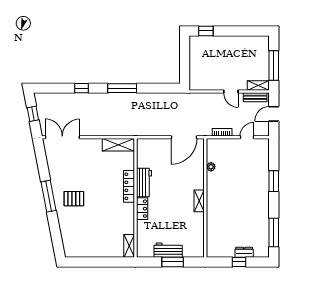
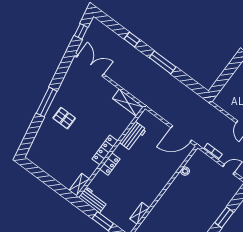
workbench: (144, 182) -> (133, 136), moved
locker: (129, 186) -> (105, 150), moved
shelving: (199, 201) -> (140, 213), moved
workbench: (168, 250) -> (93, 200), moved

